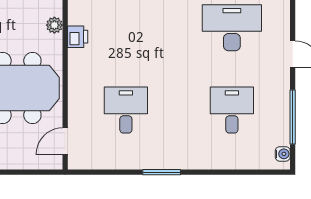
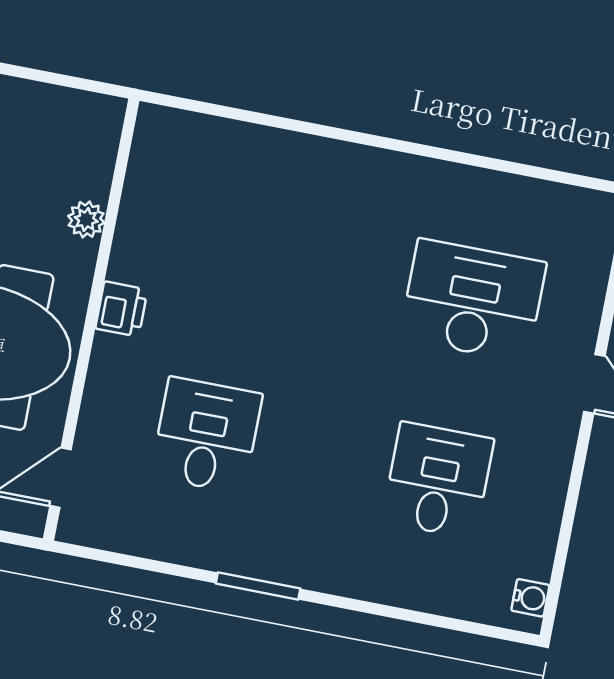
printer: (78, 37) -> (121, 309), moved
window: (293, 117) -> (568, 521), removed

